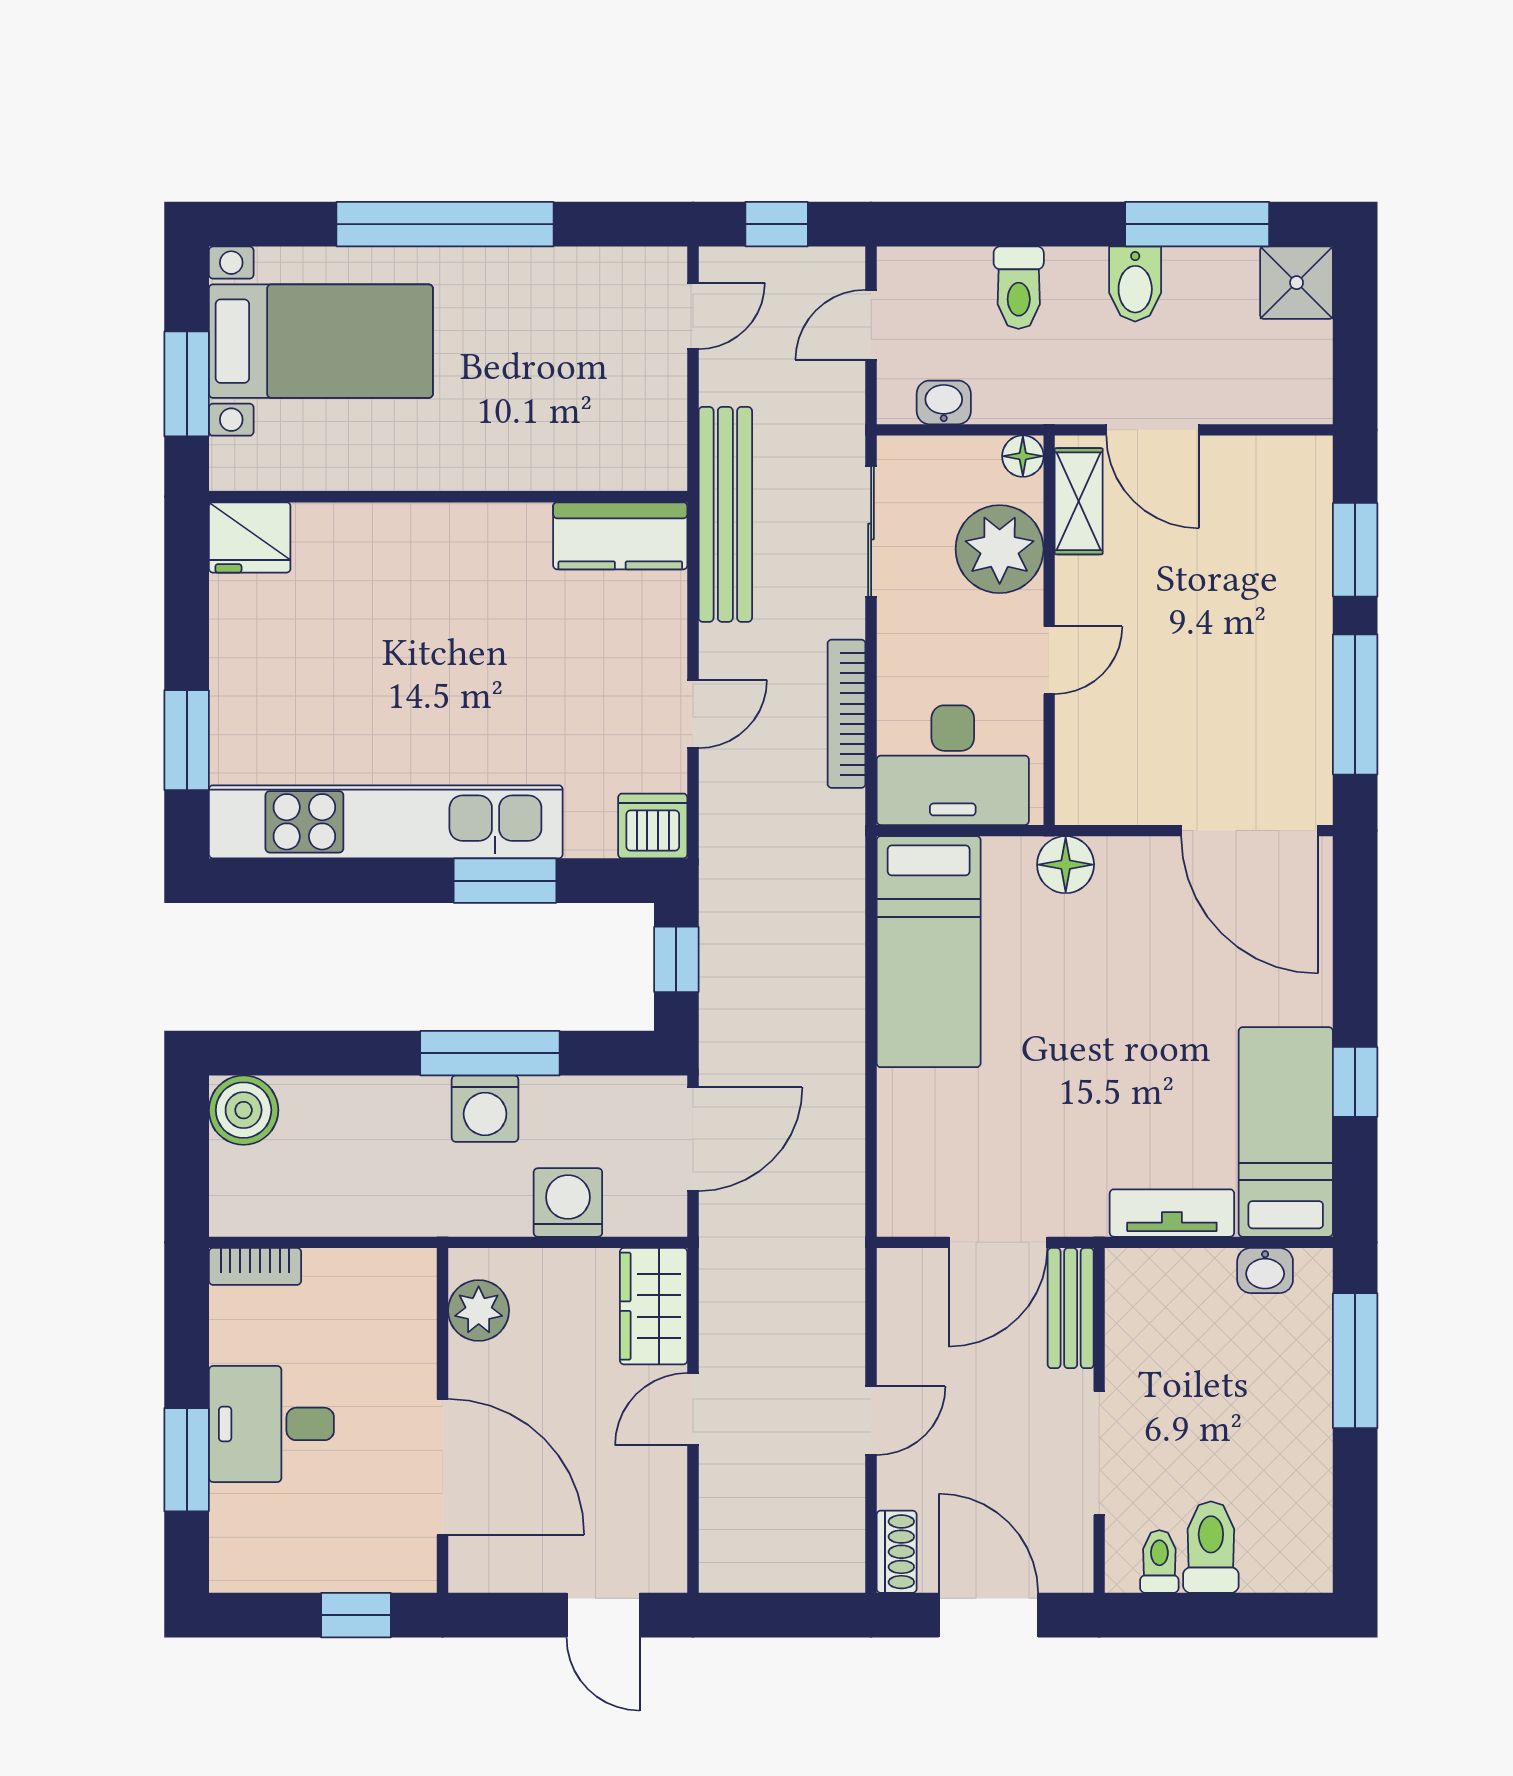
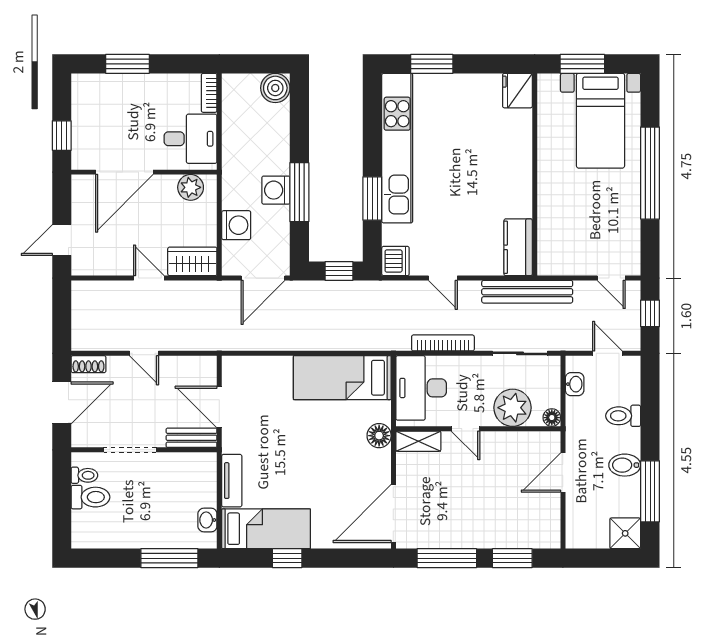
shelving: (1079, 501) -> (418, 441), moved
door: (693, 1139) -> (263, 278), hinge flipped
desk: (271, 1424) -> (191, 139), moved, turned 90

